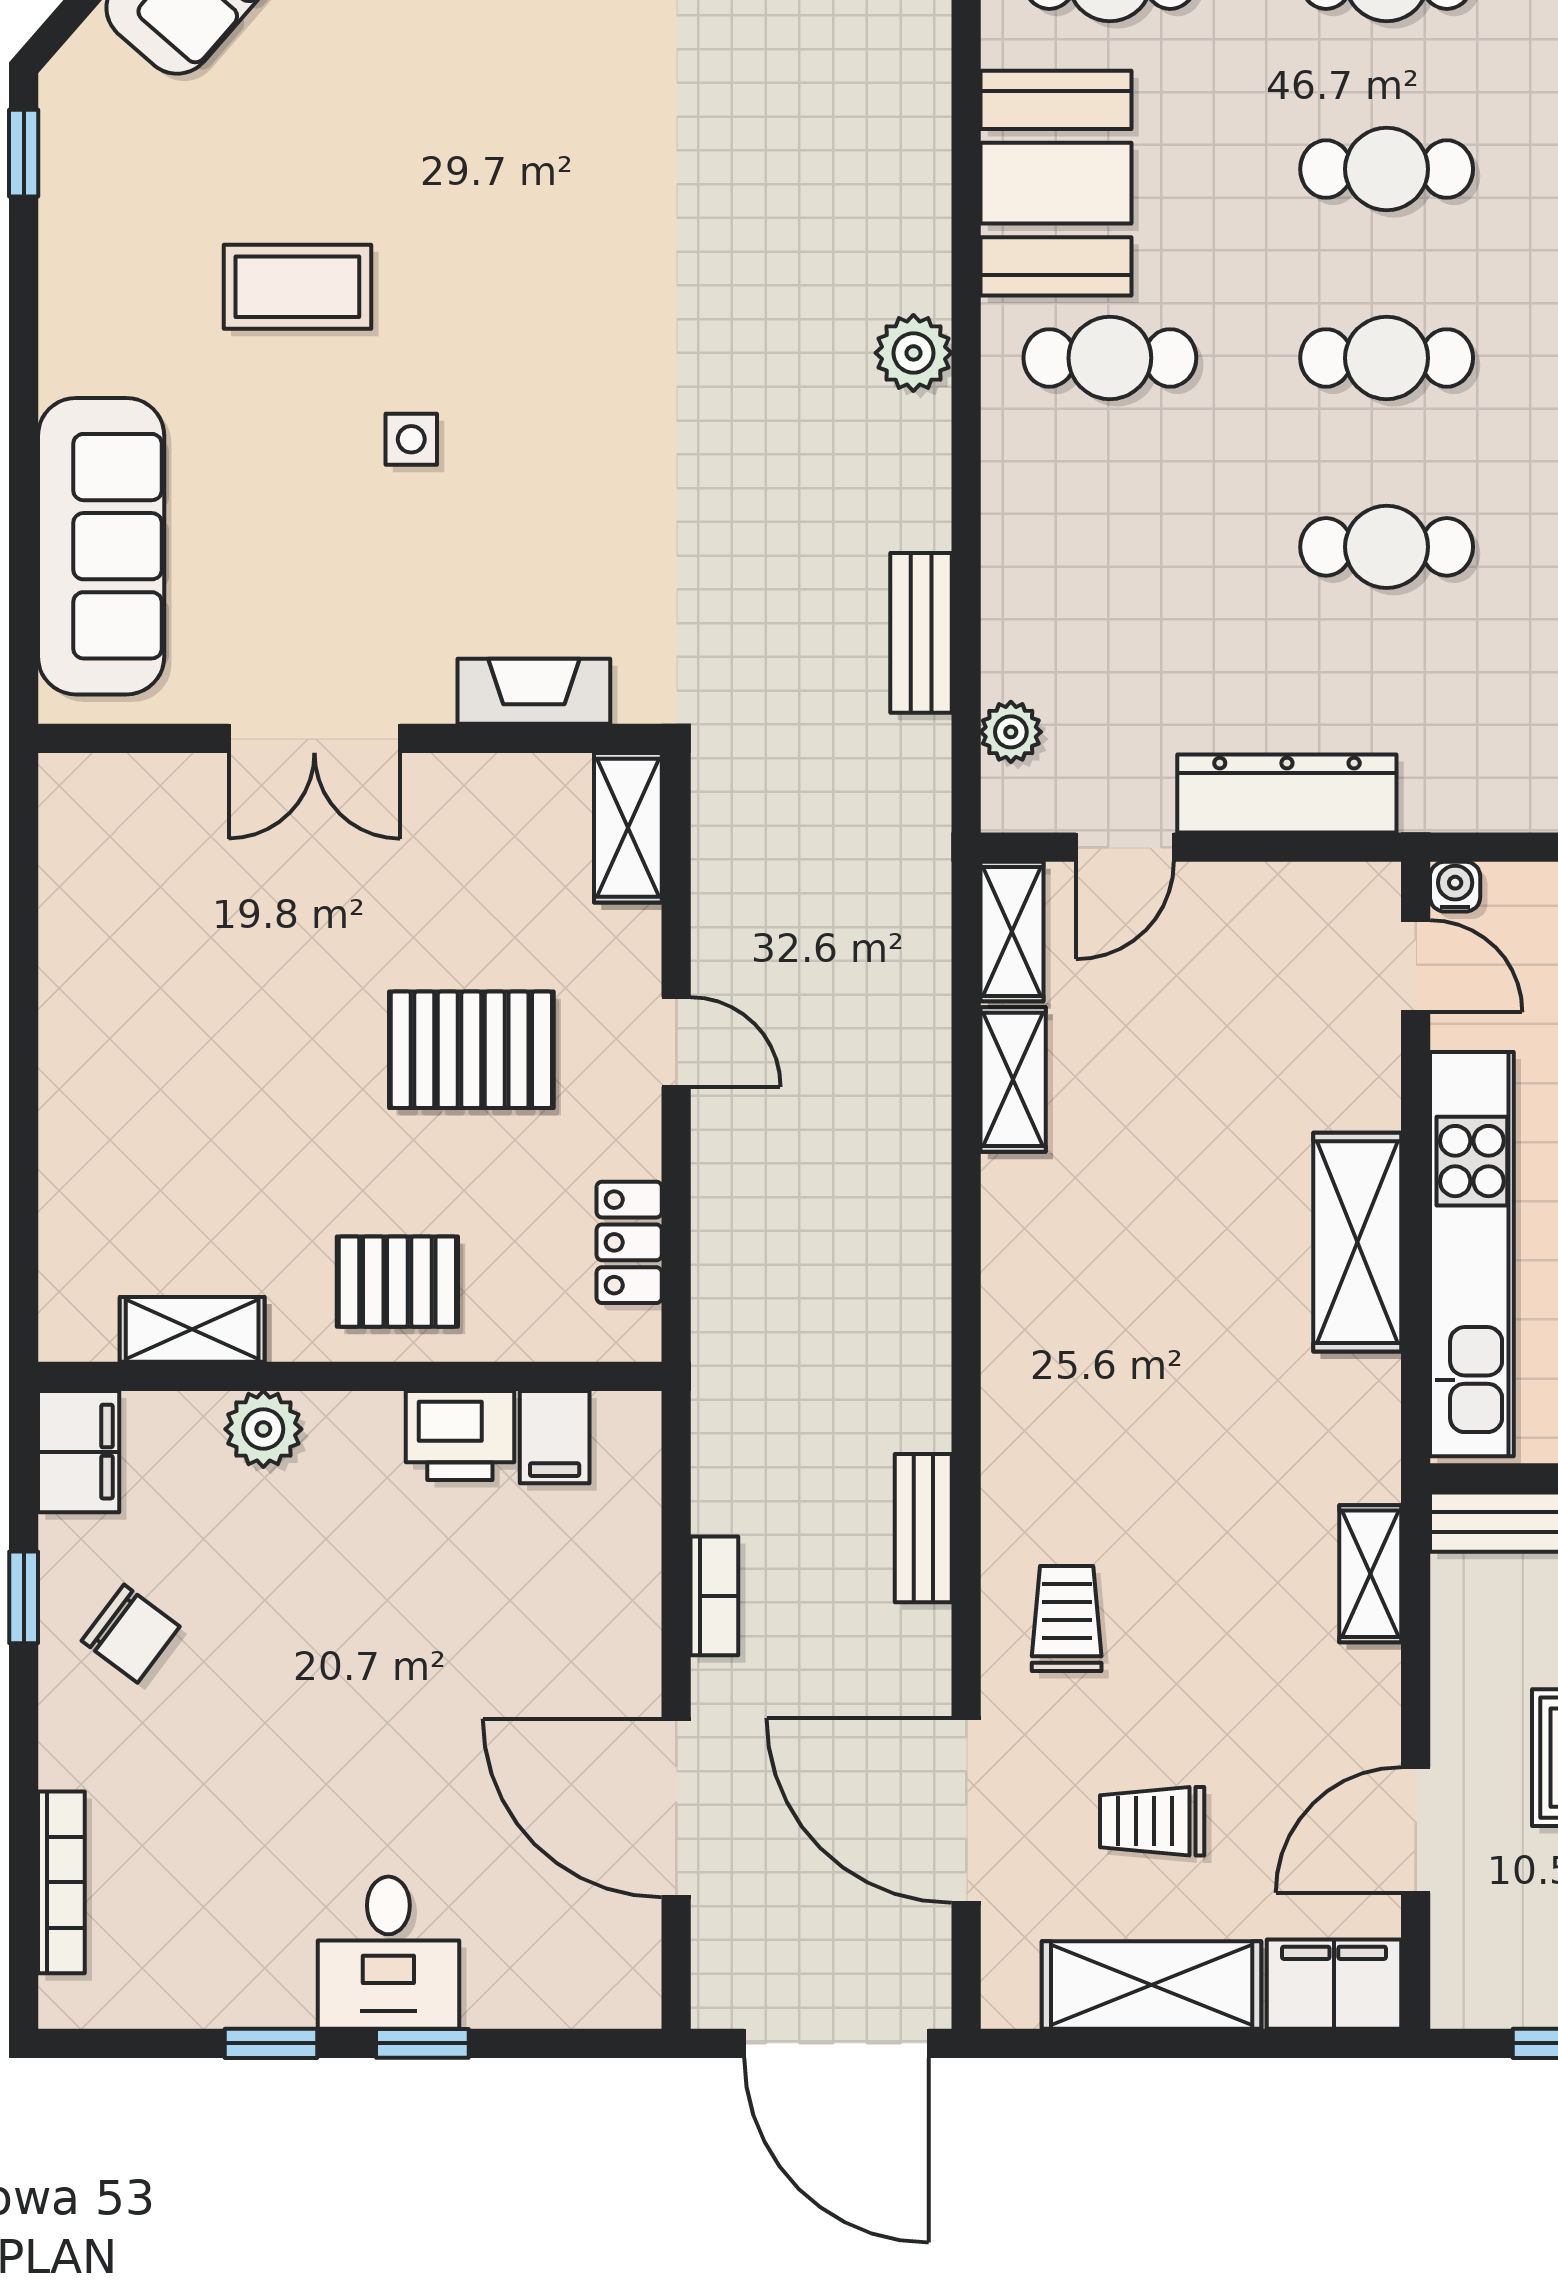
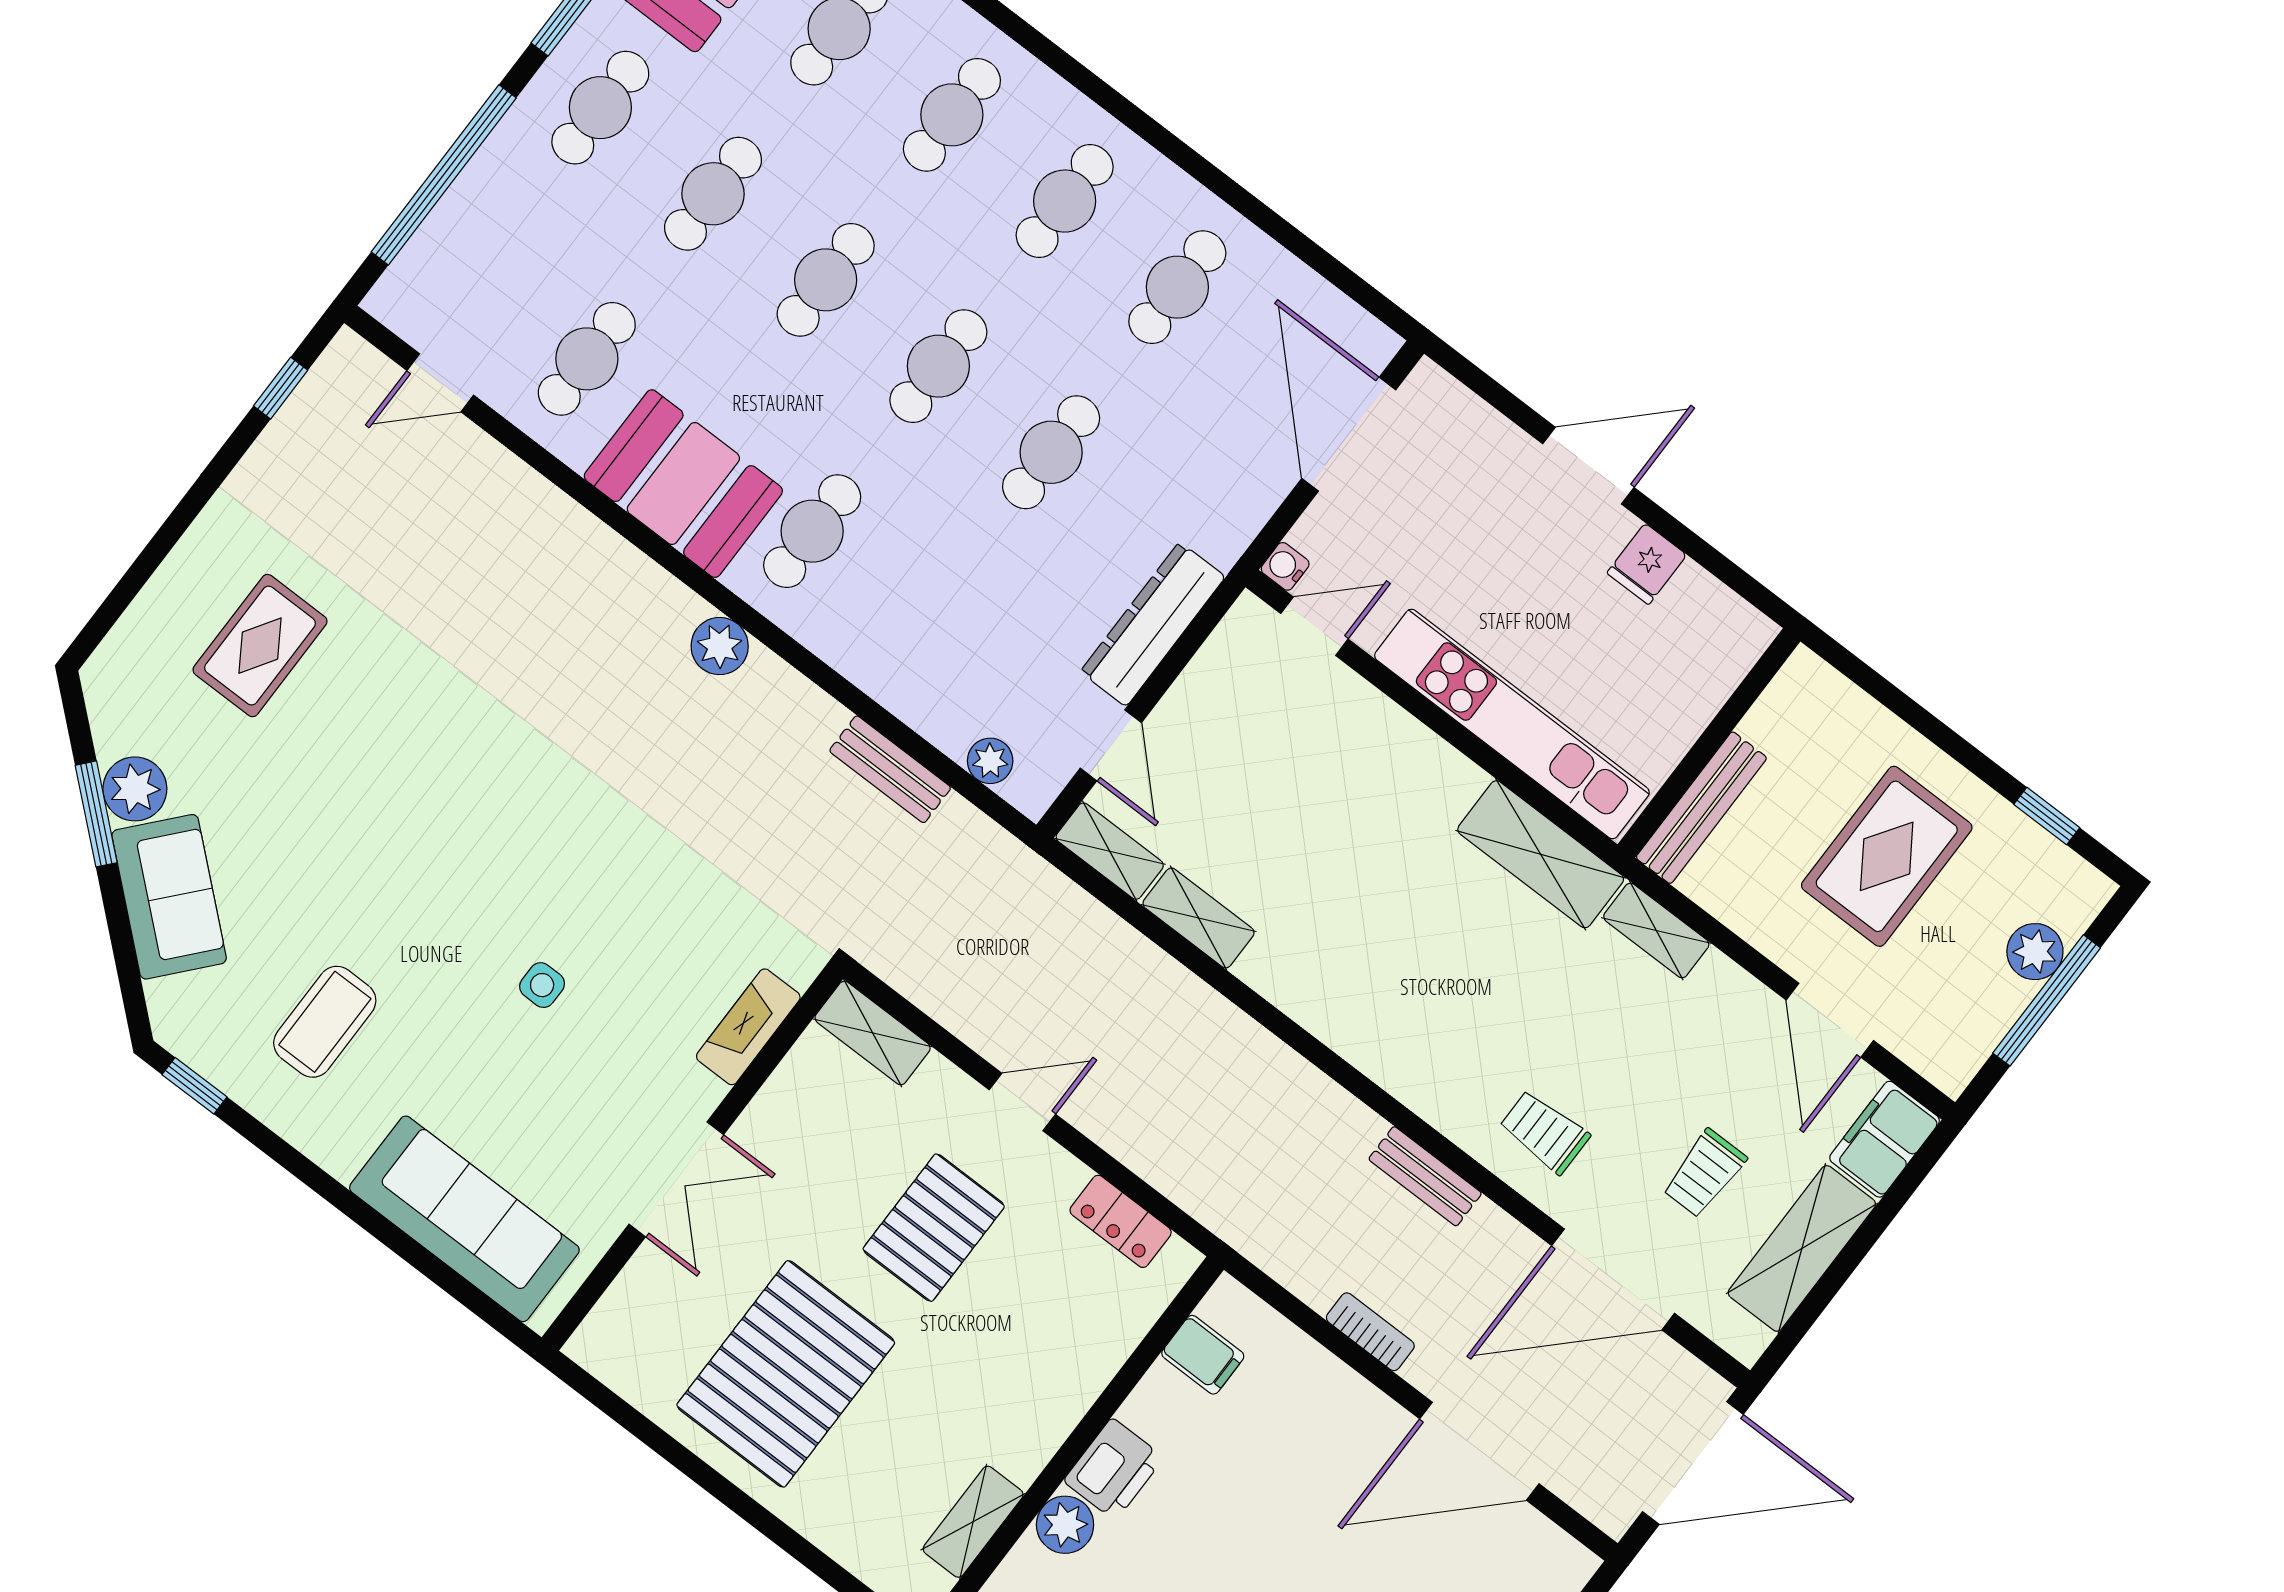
coffee table: (297, 287) -> (325, 1022), moved
shelving: (1357, 1242) -> (1541, 854), moved
pallet: (397, 1282) -> (786, 1374), moved, width x2.05, depth x2.00
printer: (460, 1436) -> (1114, 1469), moved

